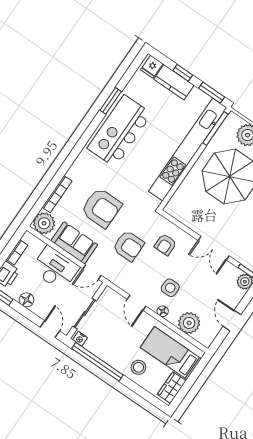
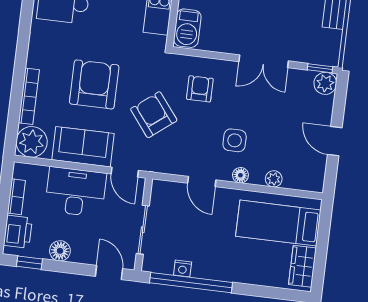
barbecue: (177, 203) -> (187, 28), added
armchair: (101, 208) -> (94, 84), turned -90
armchair: (165, 245) -> (200, 89), turned 180
armchair: (128, 246) -> (154, 115), turned -128
door: (92, 272) -> (125, 172), hinge flipped
plant: (189, 323) -> (274, 179), width x0.53, depth x0.53
nightstand: (80, 339) -> (183, 268), moved
stool: (138, 367) -> (247, 262), removed

